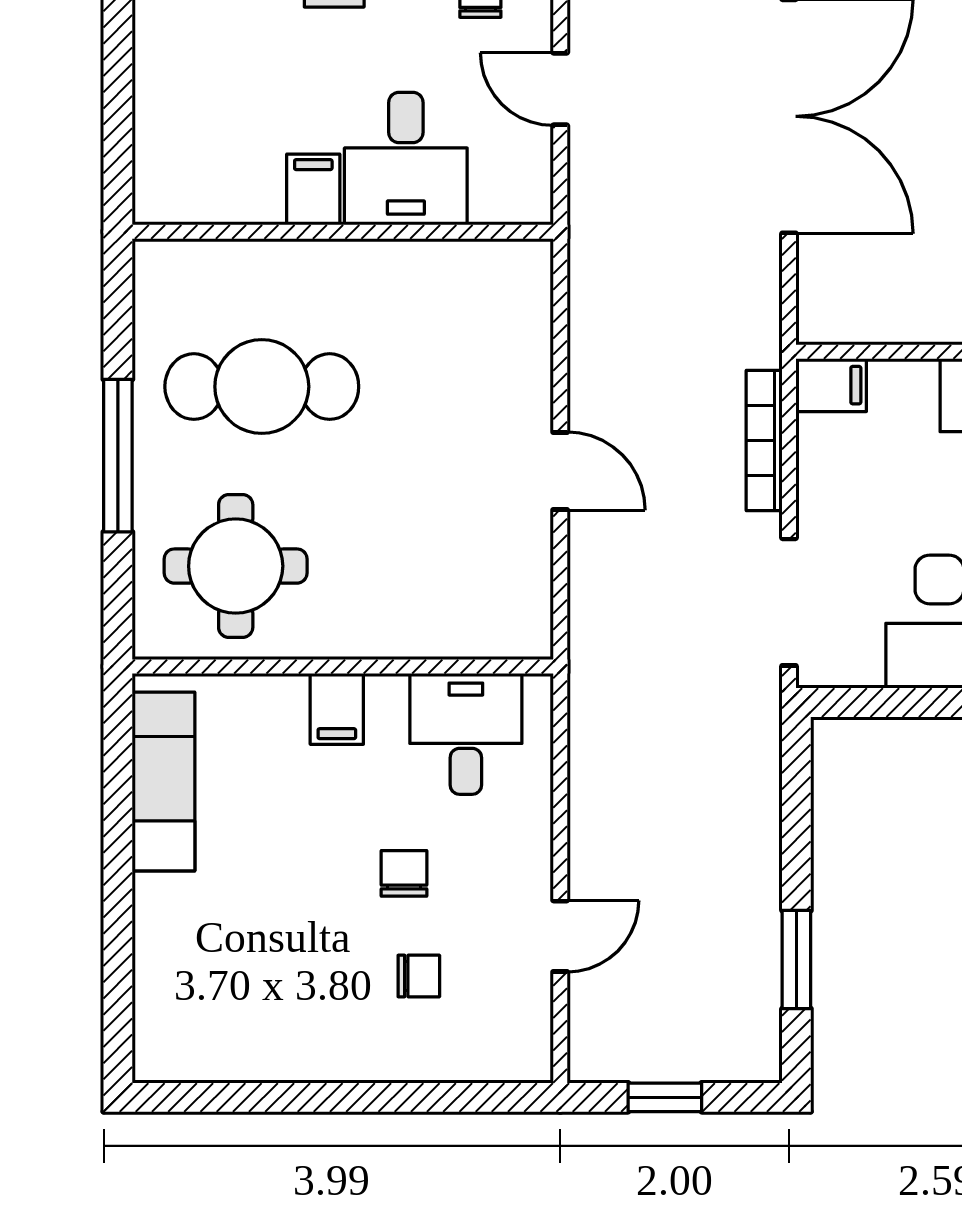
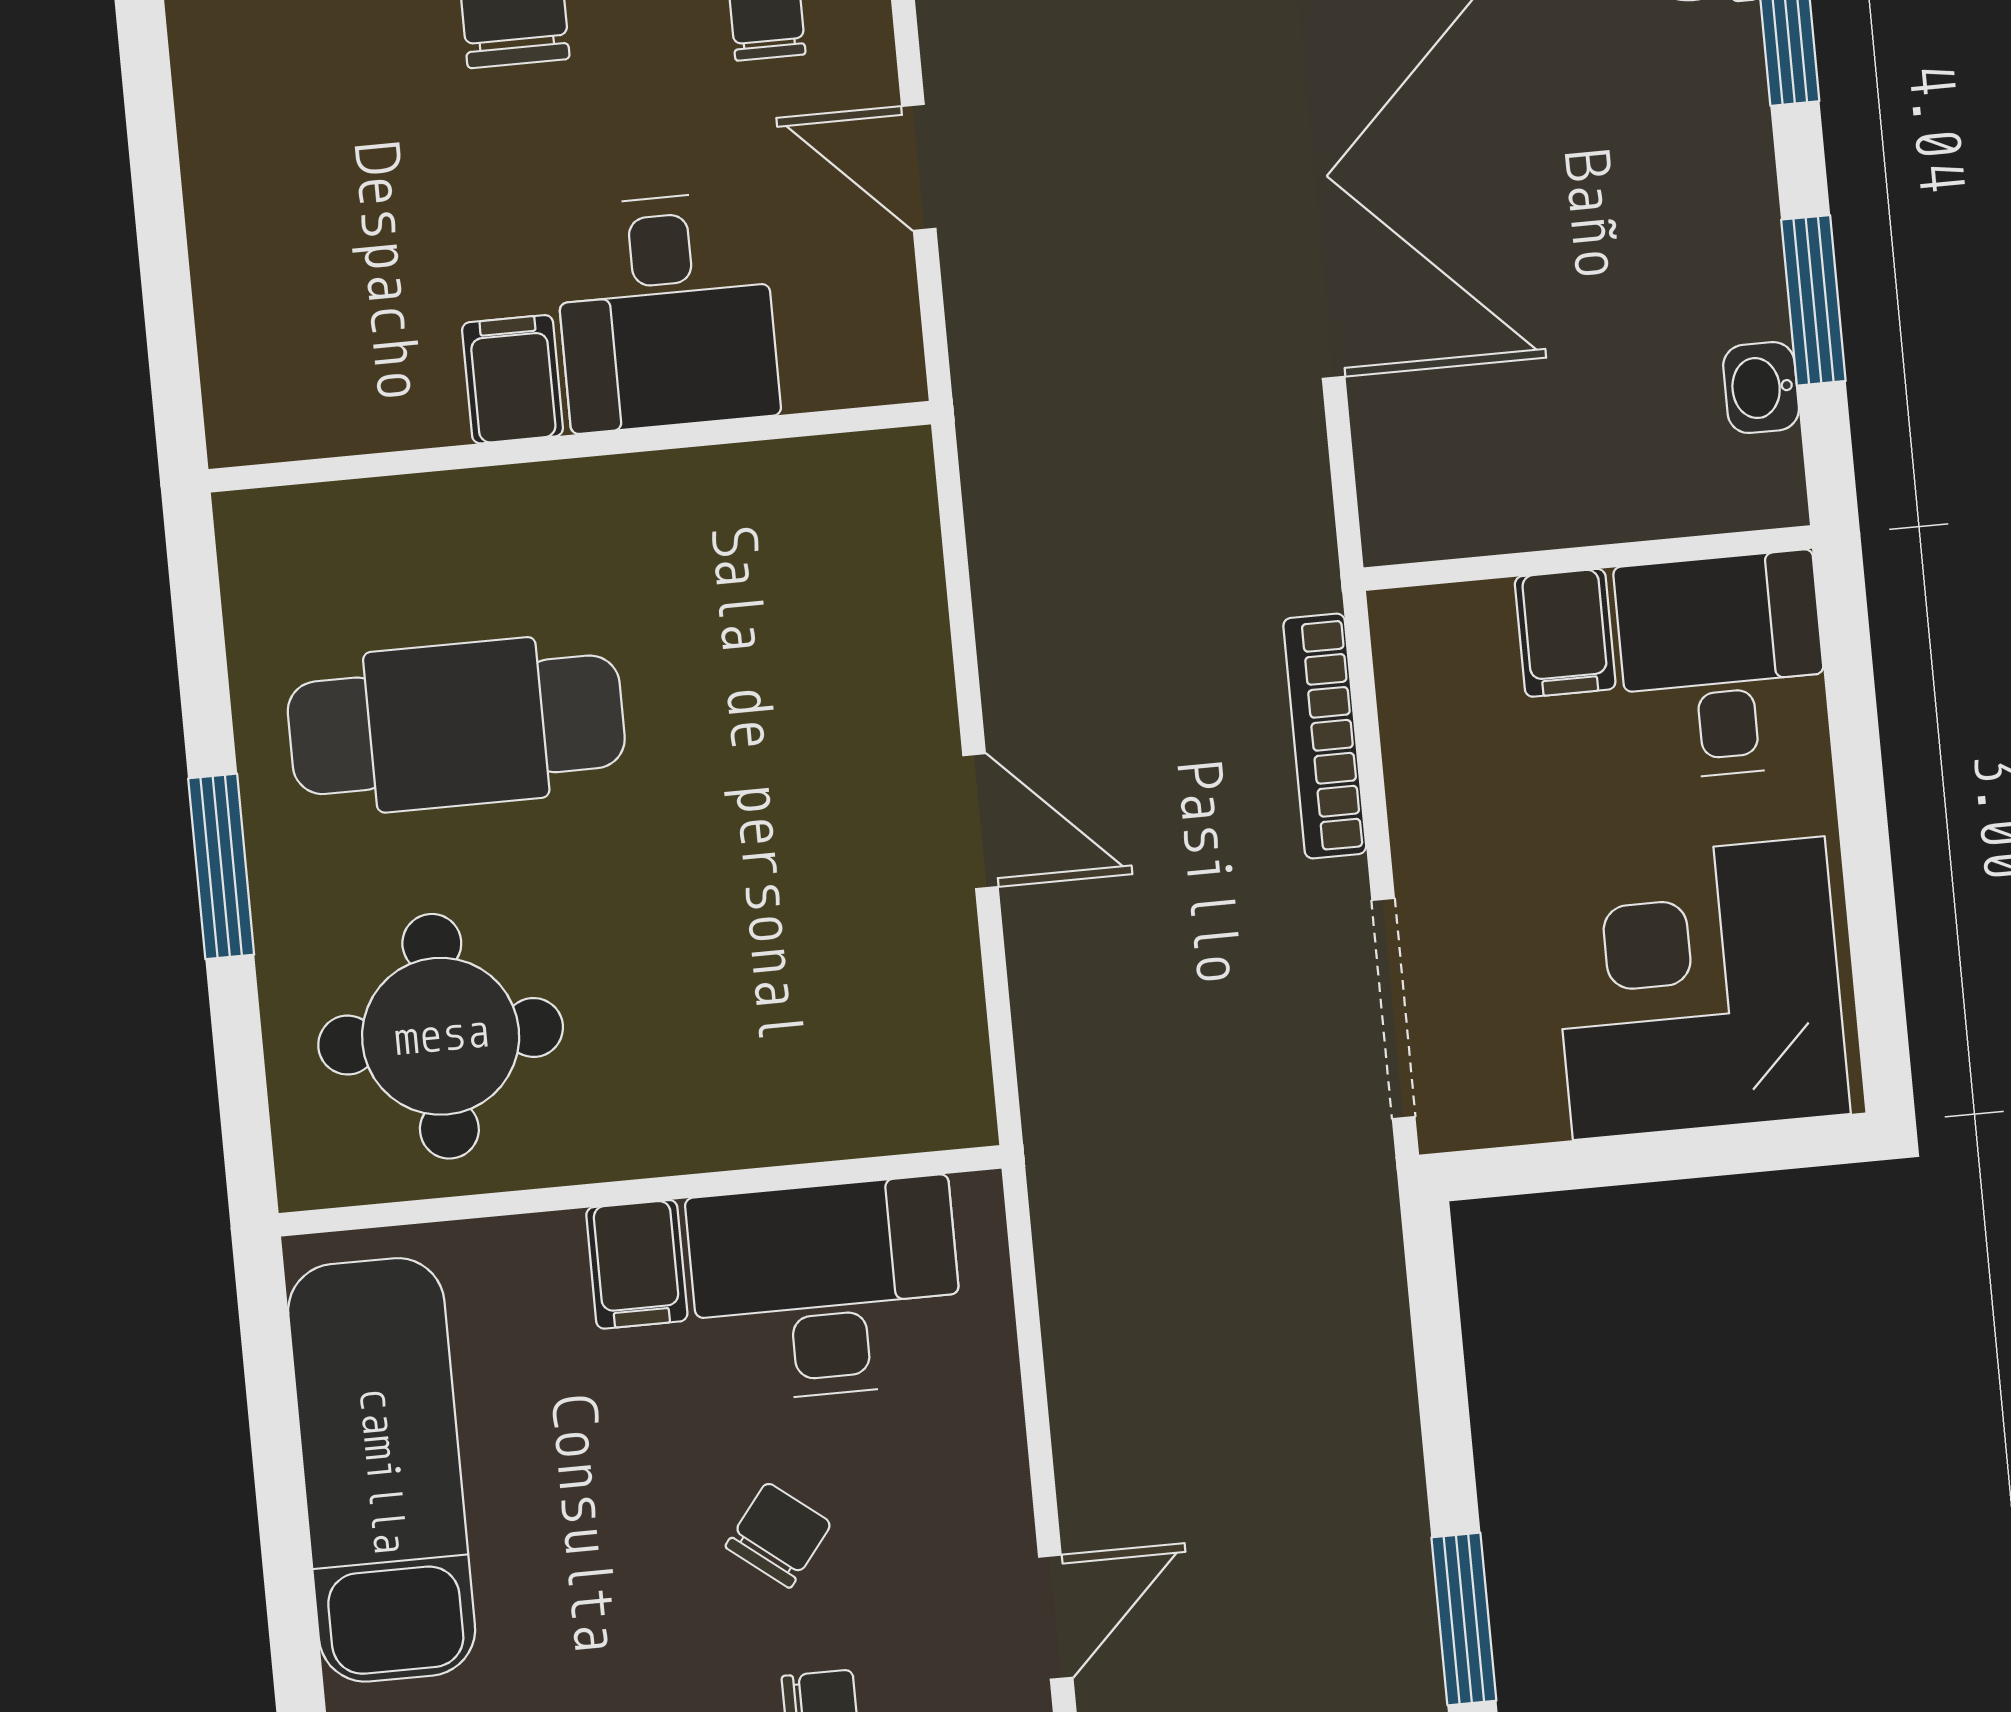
filing cabinet: (831, 385) -> (1565, 633), moved, turned 90
window: (118, 456) -> (221, 866), width x0.69
desk: (466, 734) -> (826, 1290), width x1.37
exam couch: (164, 781) -> (382, 1470), width x1.36, depth x1.45
chair: (404, 873) -> (778, 1535), turned 38

